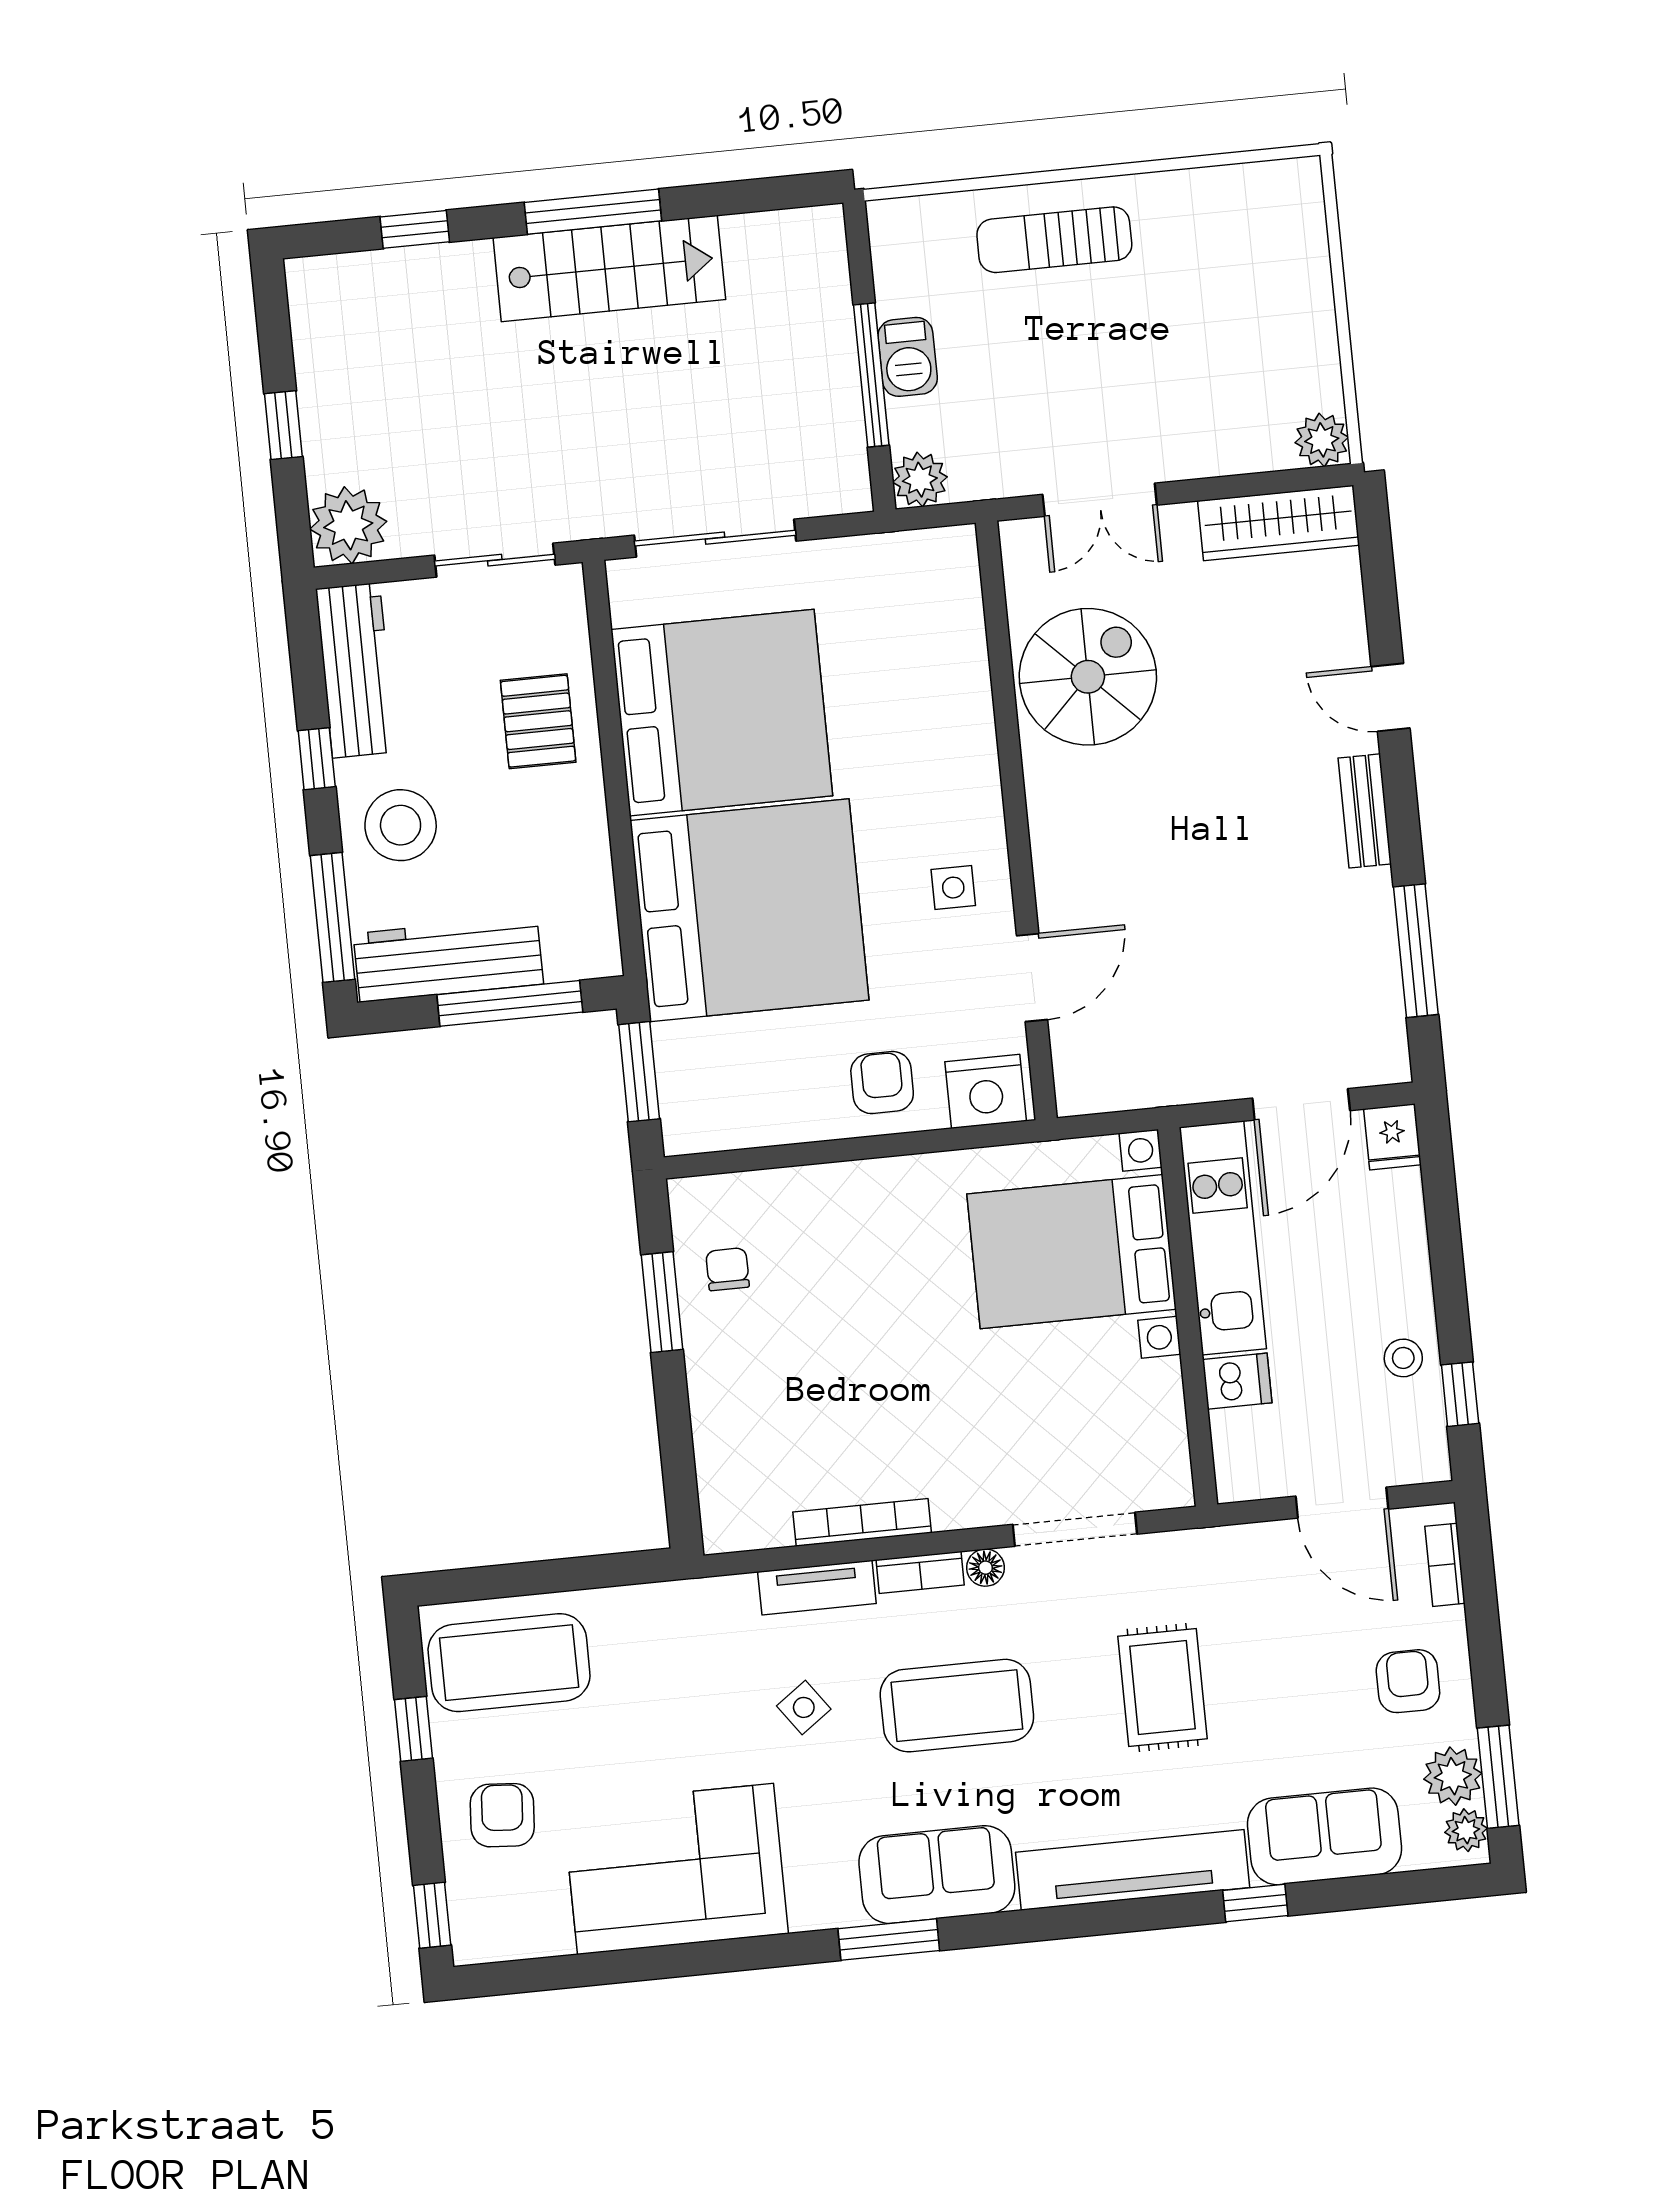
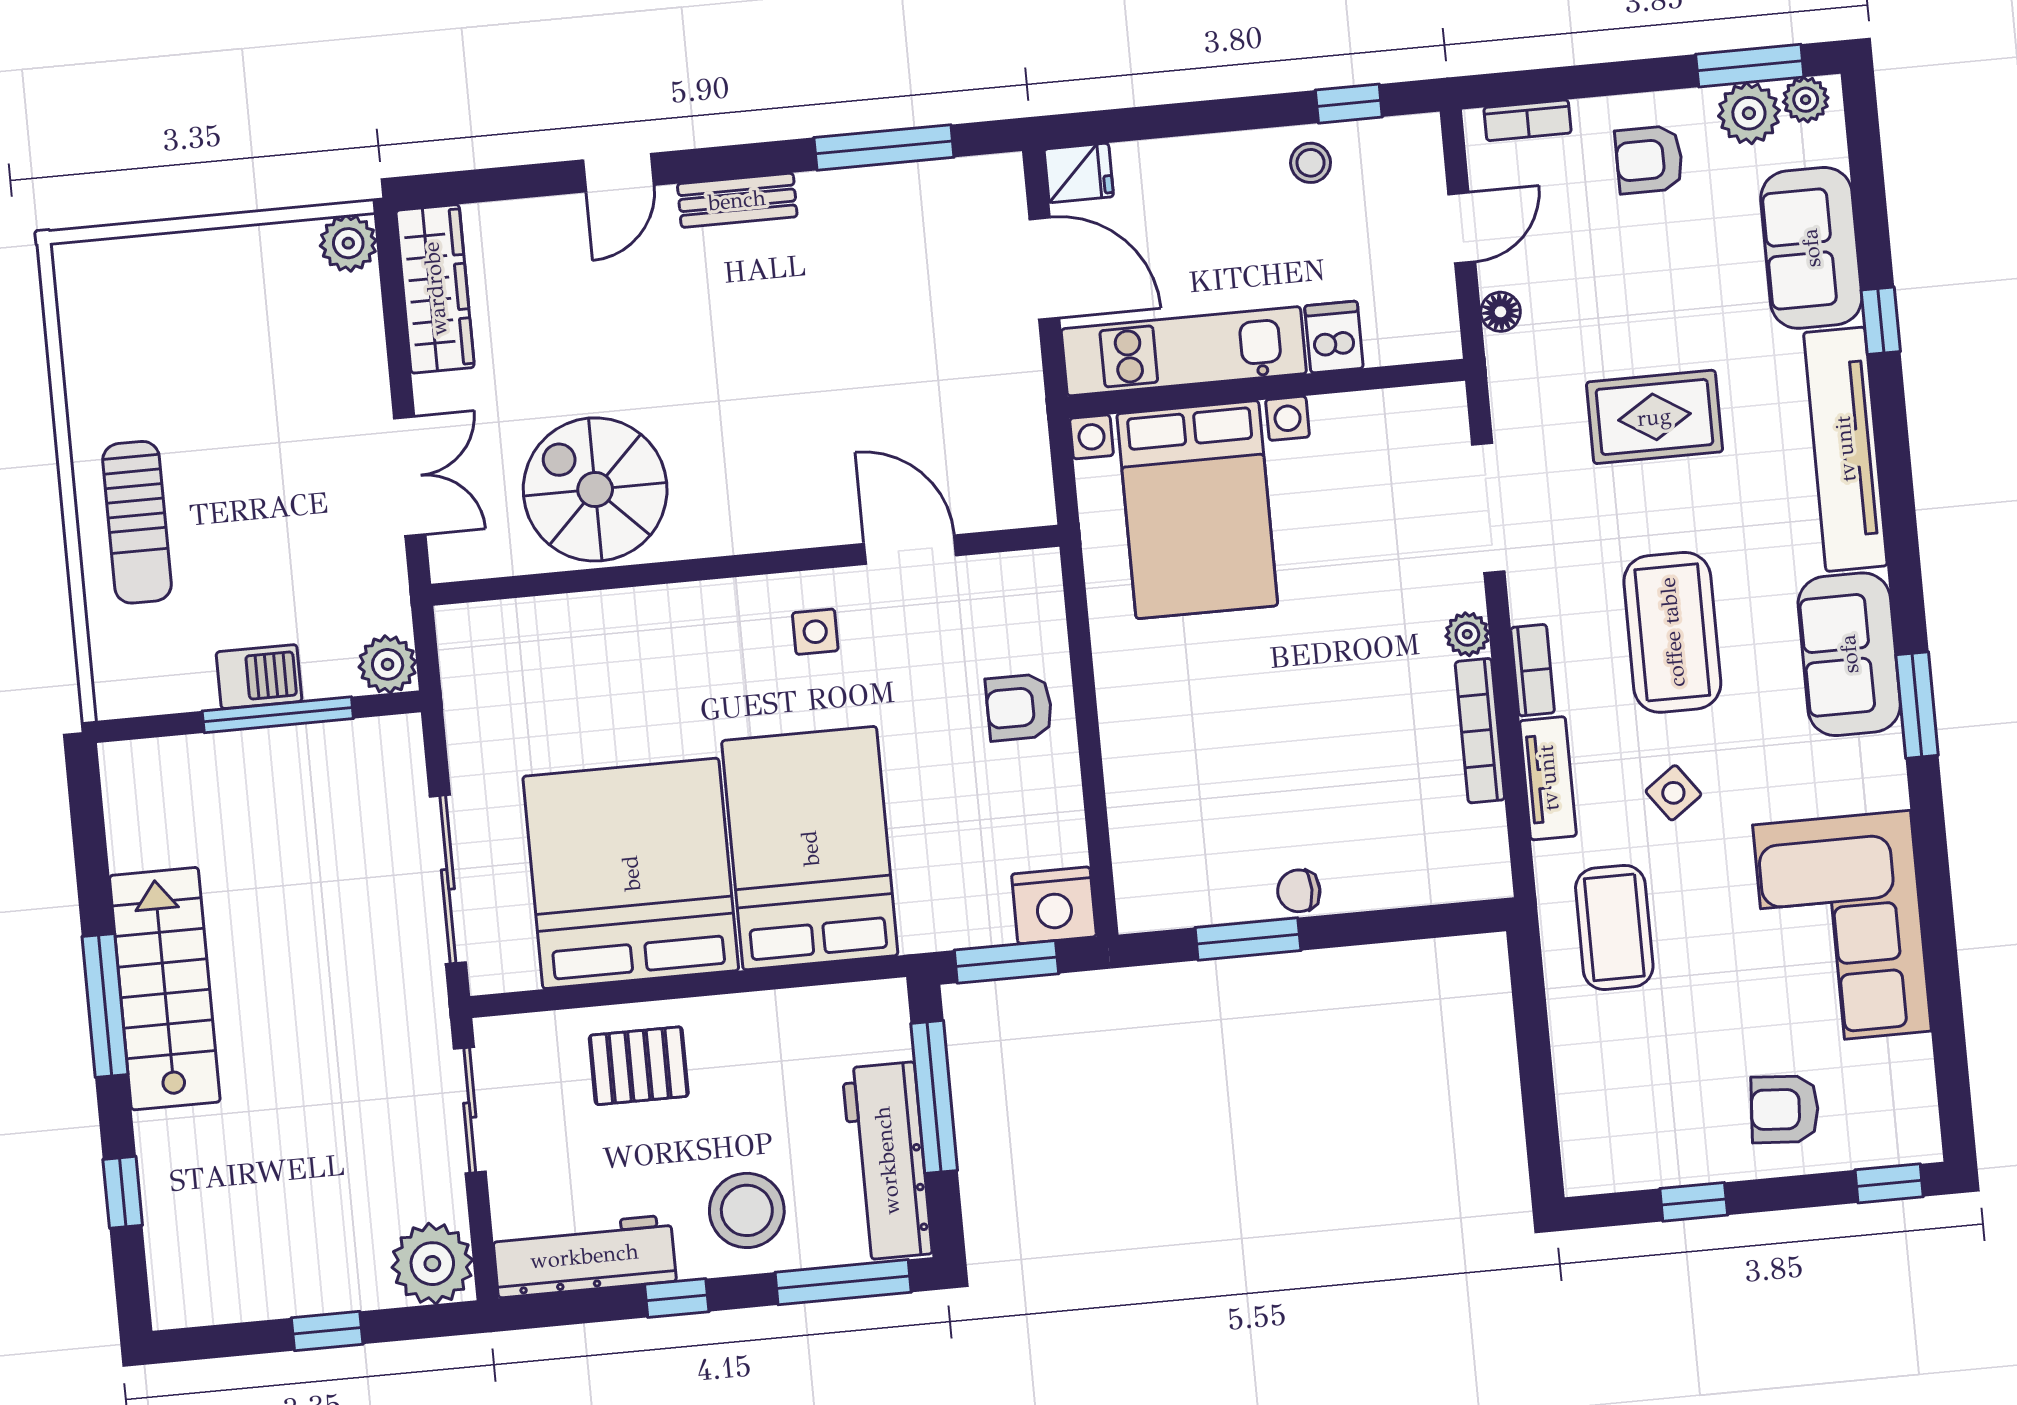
bed: (749, 910) -> (810, 848), width x0.73
nightstand: (986, 1091) -> (1054, 905), moved, turned 90
chair: (728, 1269) -> (1299, 891), moved
door: (1342, 1503) -> (1462, 228), width x0.73
plant: (954, 1510) -> (1467, 634), added
floor lamp: (985, 1568) -> (1501, 312), moved
coffee table: (509, 1663) -> (1614, 927), moved, width x0.73, depth x0.76

